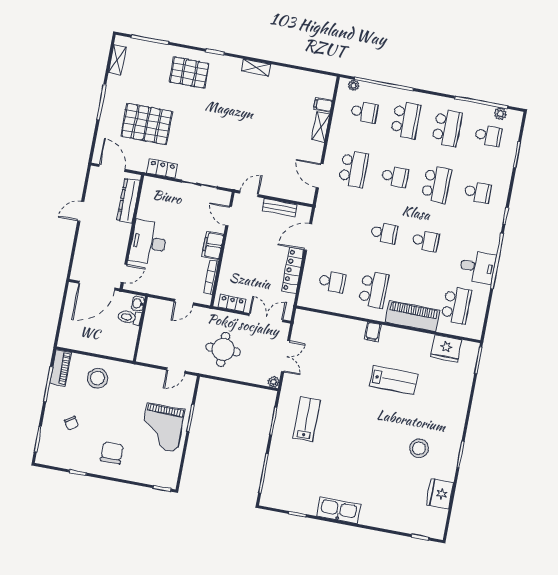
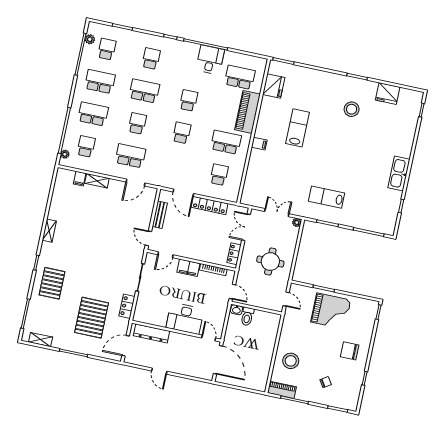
washbasin: (138, 303) -> (236, 310), moved
toilet: (130, 317) -> (247, 316), moved
wall: (140, 329) -> (256, 308), moved

